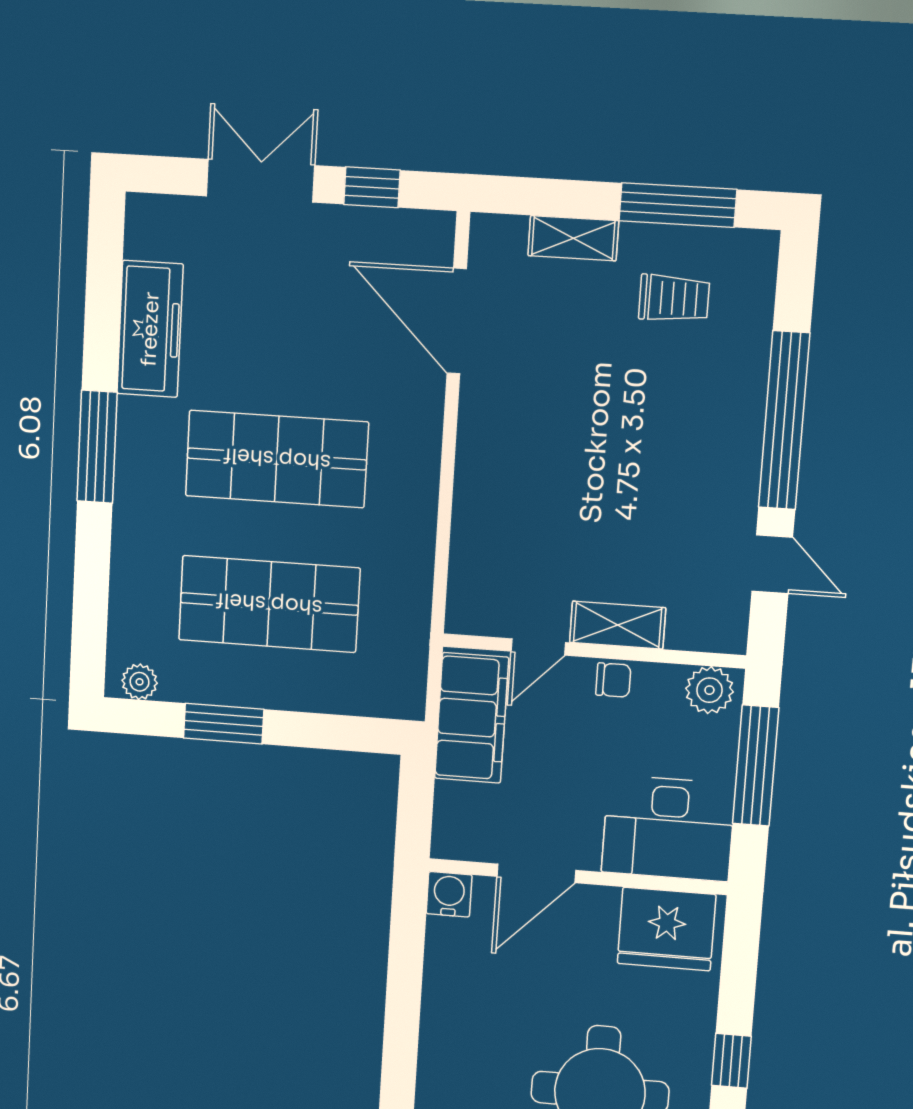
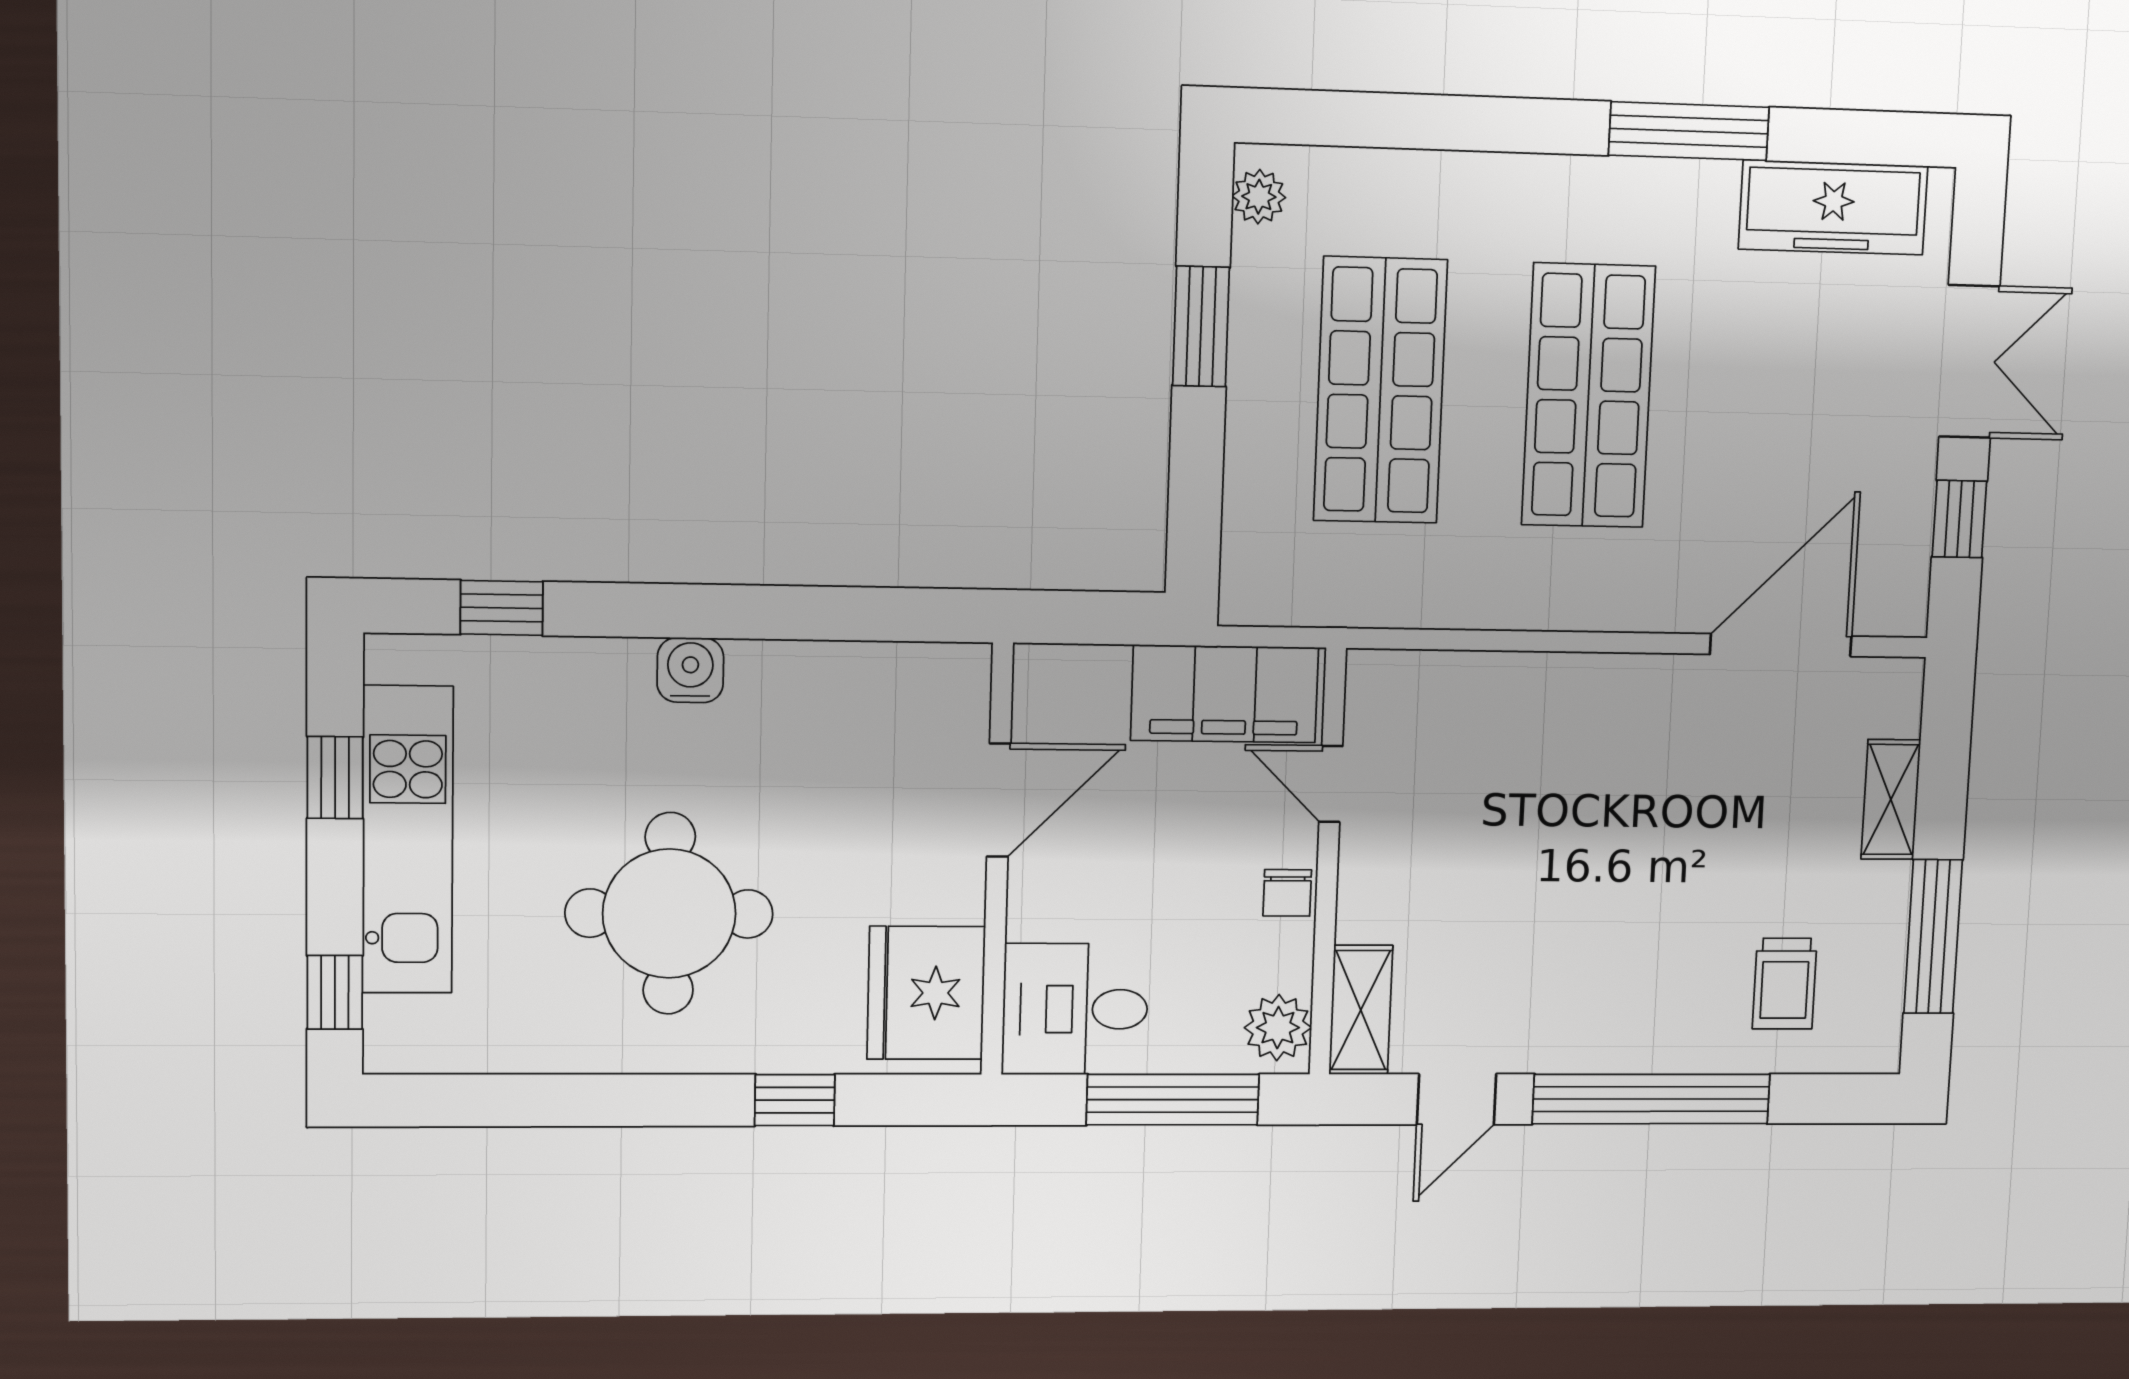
trolley: (674, 298) -> (1785, 984), moved
freezer: (150, 329) -> (1833, 208), moved
window: (97, 447) -> (1689, 131), moved
shelving: (618, 625) -> (1361, 1010), moved
desk: (668, 828) -> (1075, 1009), width x0.73
door: (536, 873) -> (999, 800), swing flipped
water cooler: (449, 894) -> (690, 670), moved, turned -90
window: (731, 1061) -> (795, 1100), moved

